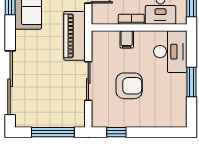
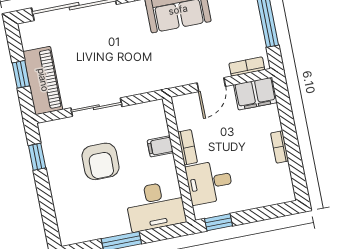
piano: (75, 36) -> (43, 80), moved, turned 90
window: (53, 132) -> (21, 74), width x0.46

